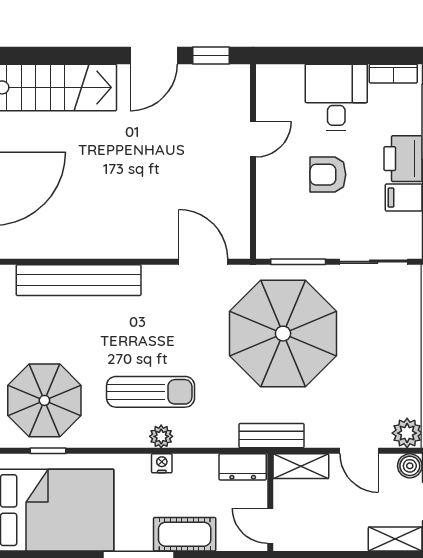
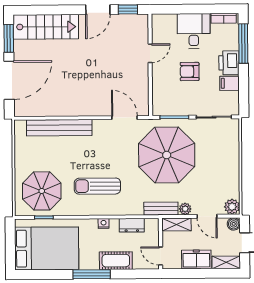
sun lounger: (151, 392) -> (97, 186), turned 180
plant: (161, 436) -> (185, 209), moved
dresser: (243, 467) -> (132, 225), moved
freezer: (338, 533) -> (196, 259), added

